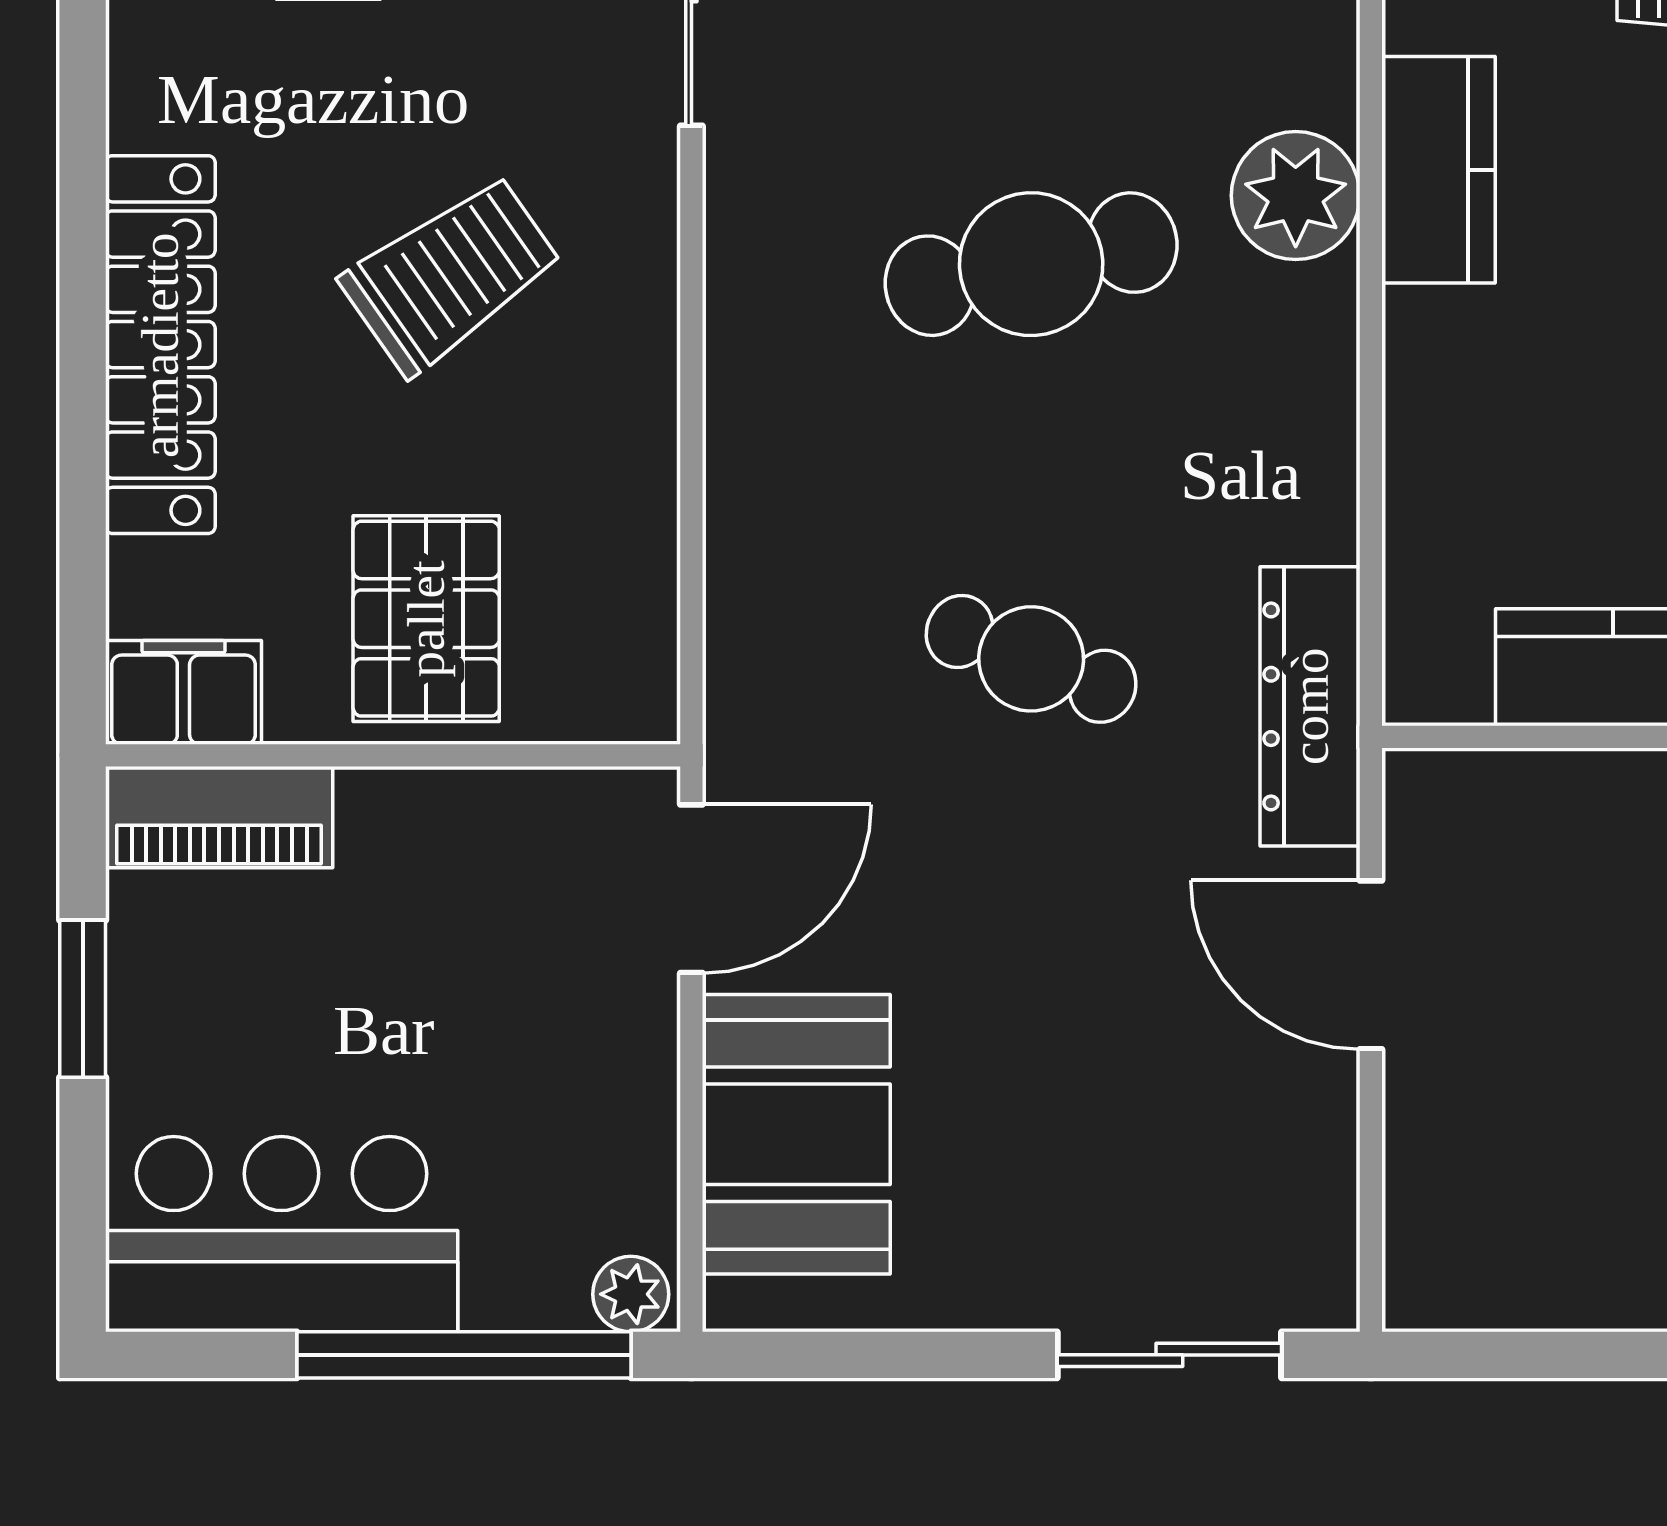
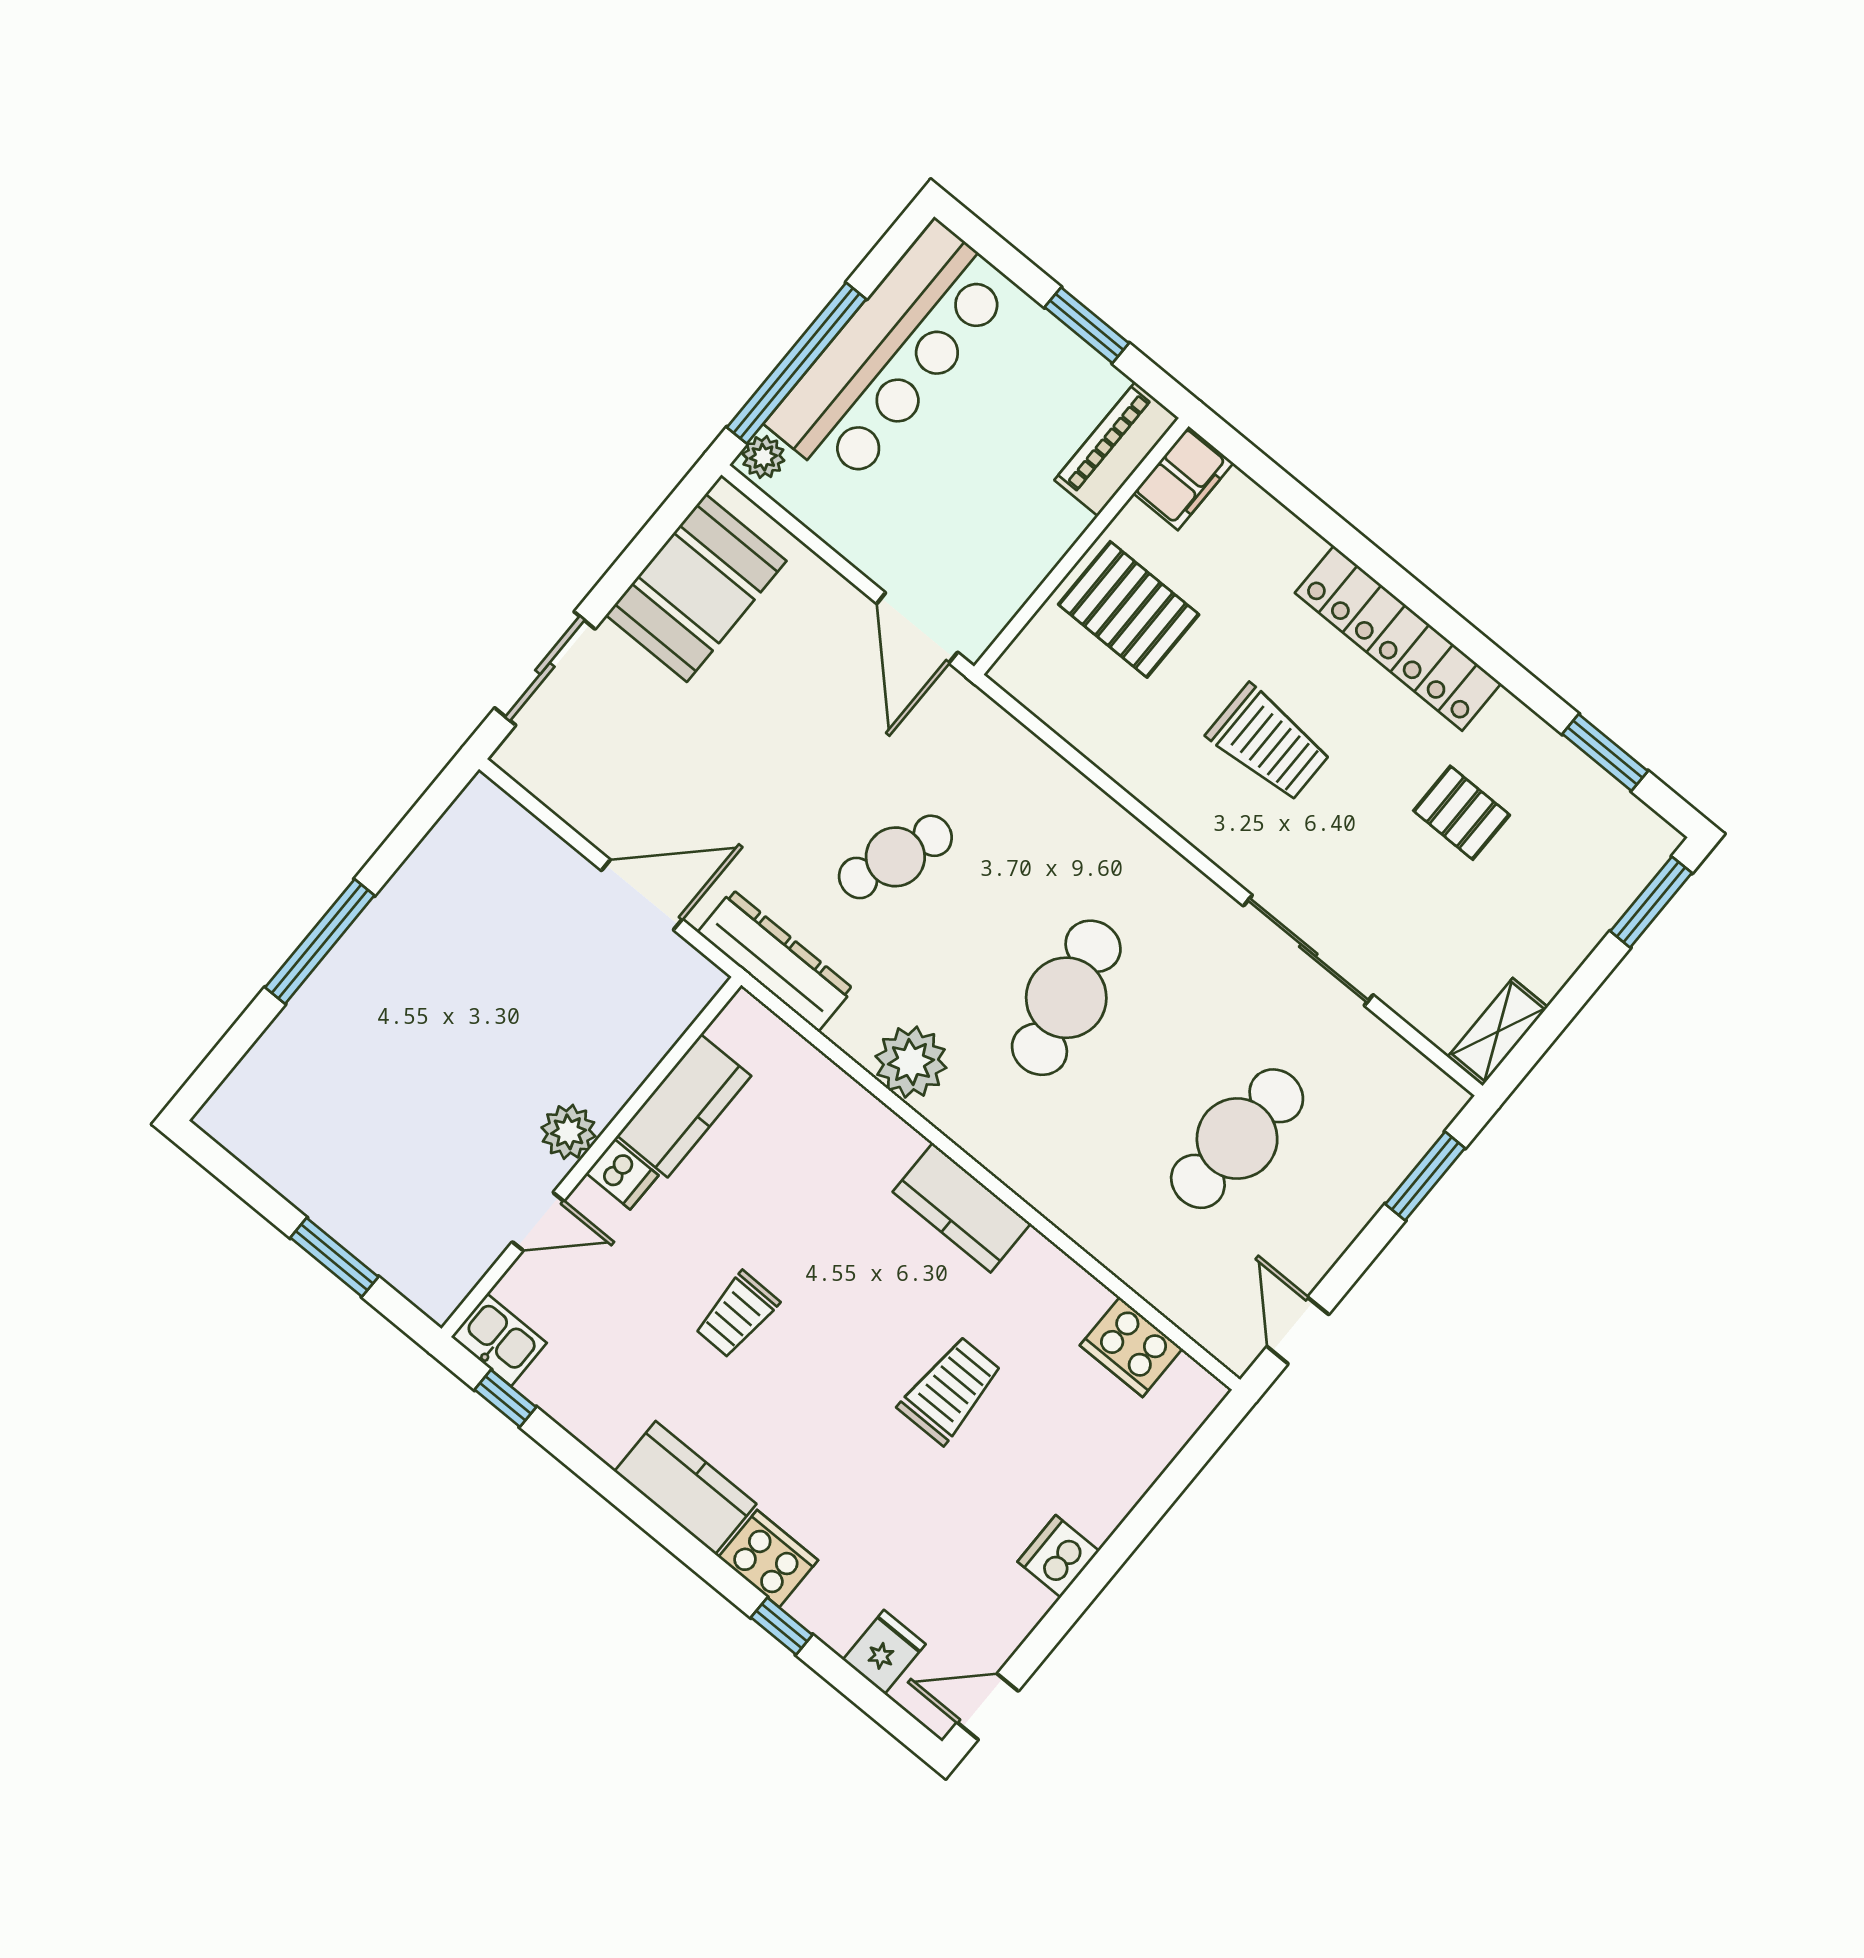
plant: (1296, 196) -> (911, 1062), moved
trolley: (451, 274) -> (1269, 743), turned -55
locker: (160, 345) -> (1398, 638), moved
booth: (796, 1134) -> (696, 588), moved, turned 90
bar counter: (282, 1234) -> (891, 355), width x1.36

